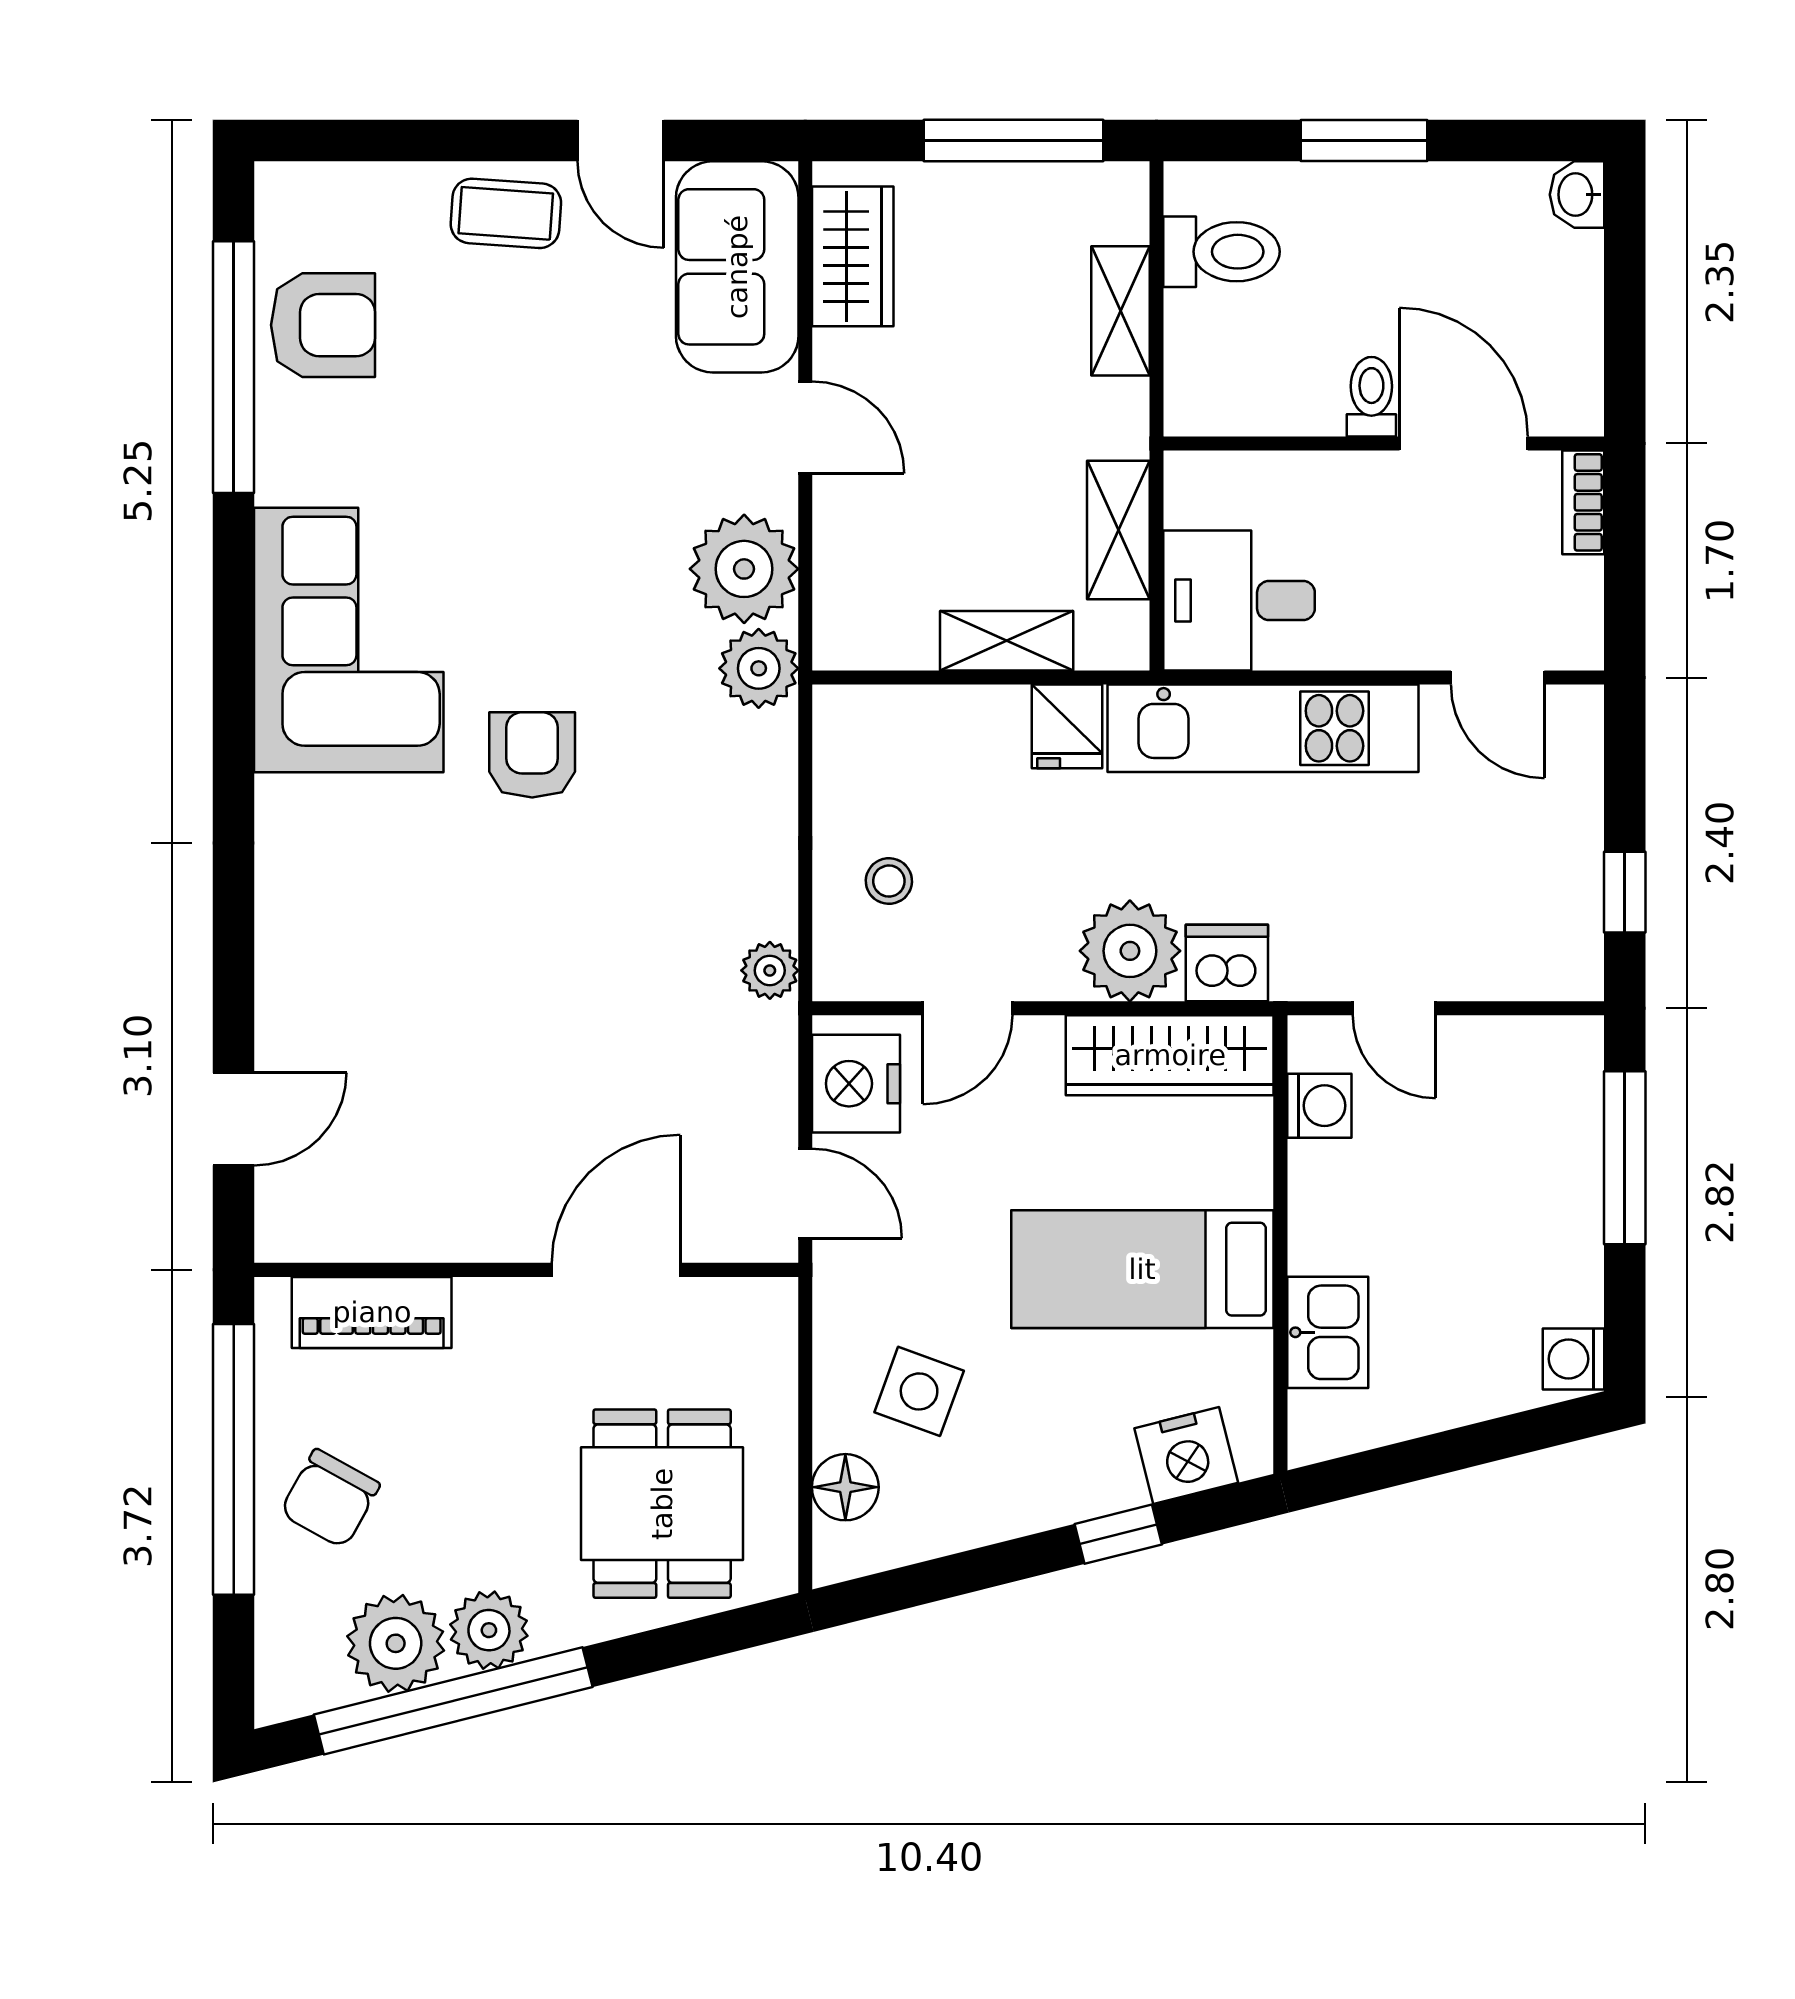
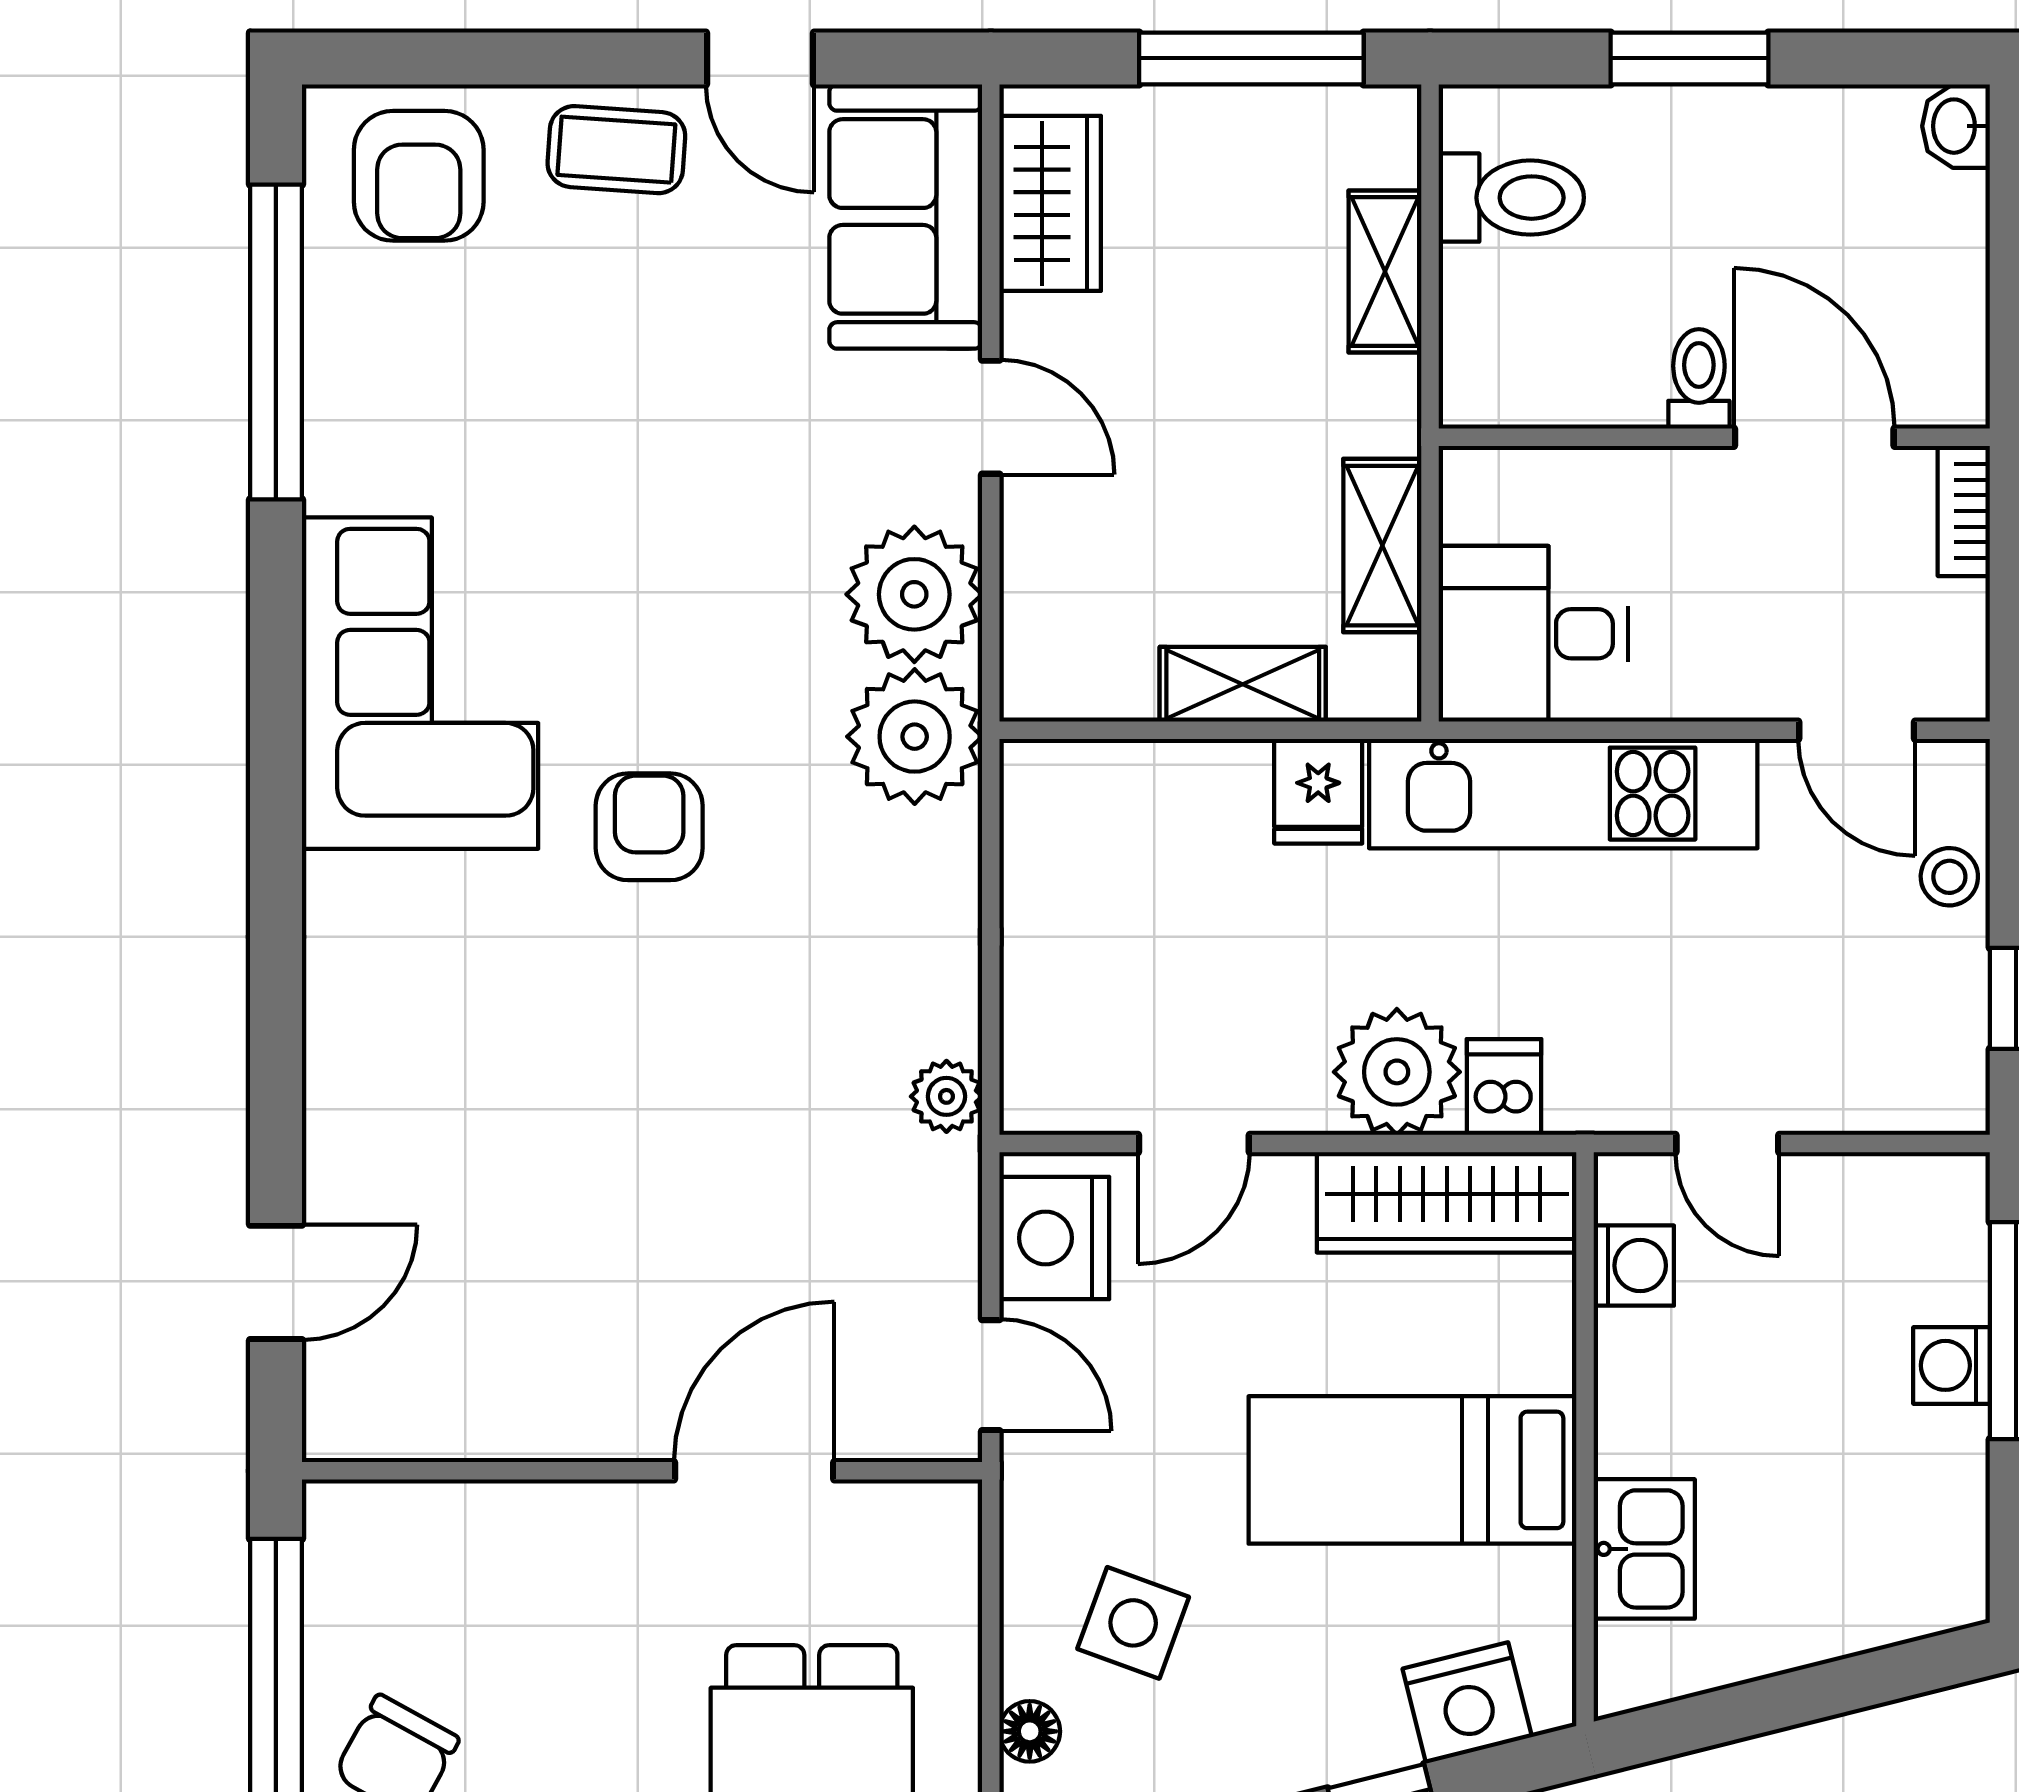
armchair: (323, 325) -> (419, 176), moved, turned 90
plant: (759, 668) -> (915, 737), width x1.36, depth x1.36
stool: (889, 881) -> (1949, 877), moved
dishwasher: (1227, 963) -> (1504, 1087), width x0.73
piano: (372, 1312) -> (449, 1524), removed
washing machine: (1573, 1359) -> (1951, 1365), moved
floor lamp: (845, 1487) -> (1030, 1731), width x0.73, depth x0.73

